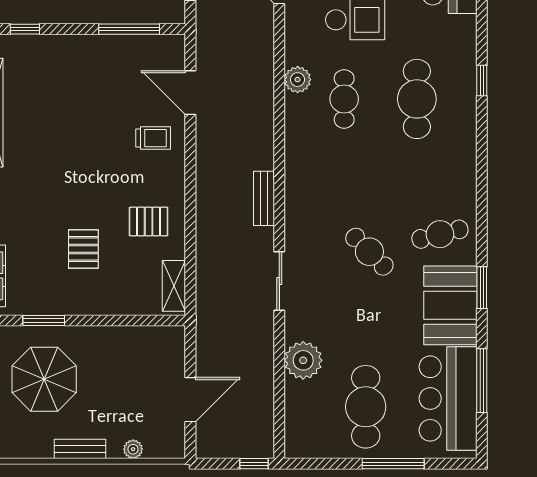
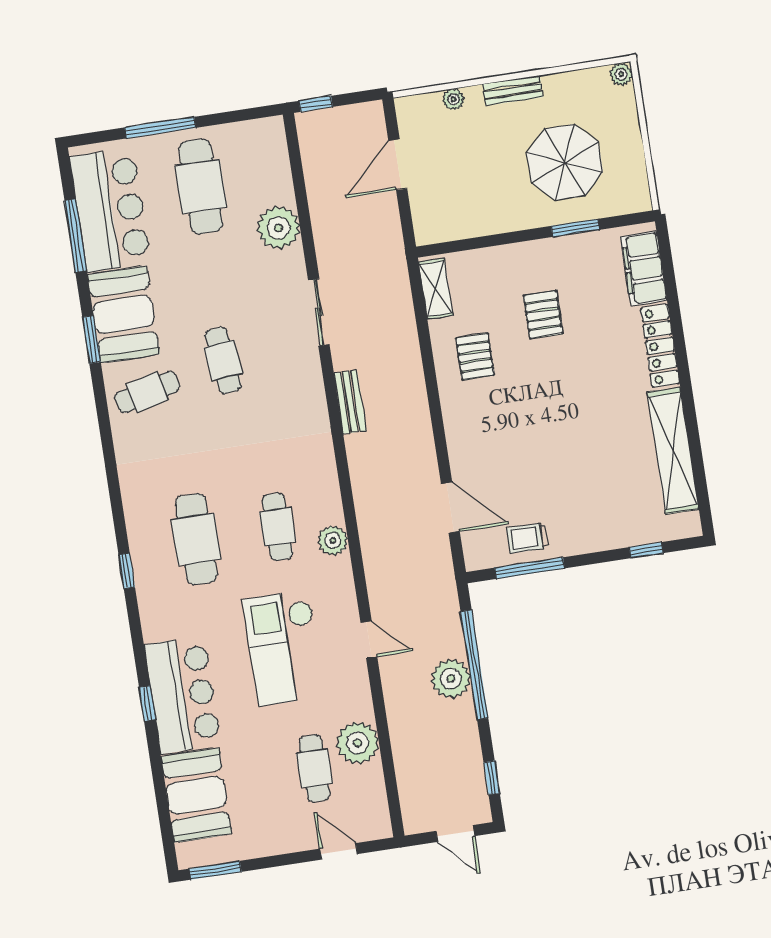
trolley: (153, 138) -> (527, 538), moved
pallet: (149, 221) -> (475, 357), turned 90
cafe table: (369, 252) -> (223, 360), turned 39

